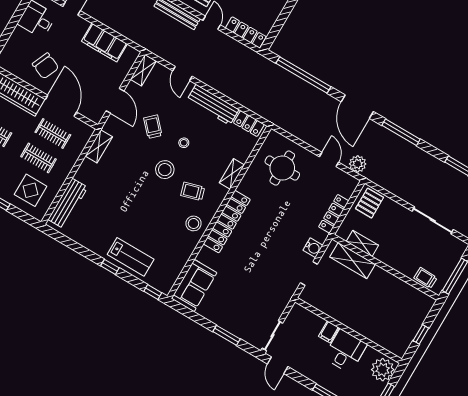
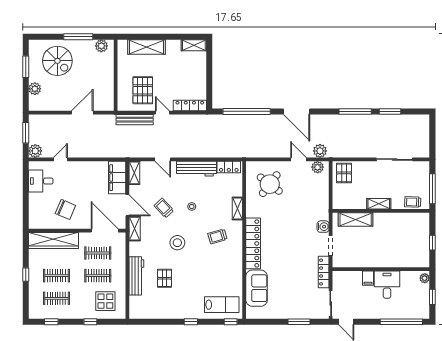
filing cabinet: (104, 43) -> (117, 178), moved, turned 90
door: (61, 106) -> (105, 231), moved
window: (401, 132) -> (355, 111), moved
shelving: (99, 146) -> (135, 229), moved
round table: (282, 168) -> (270, 184), turned 37
stool: (165, 170) -> (177, 243), moved
plant: (345, 180) -> (318, 167), added
workbench: (68, 203) -> (136, 276), moved
pallet: (109, 203) -> (164, 278), added
locker: (334, 214) -> (324, 272), moved
stool: (194, 223) -> (231, 258), removed
shelving: (362, 243) -> (379, 204), moved
lab bench: (131, 257) -> (222, 305), moved
sofa: (194, 286) -> (257, 288), moved
plant: (383, 370) -> (425, 278), width x0.53, depth x0.53

